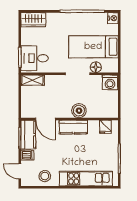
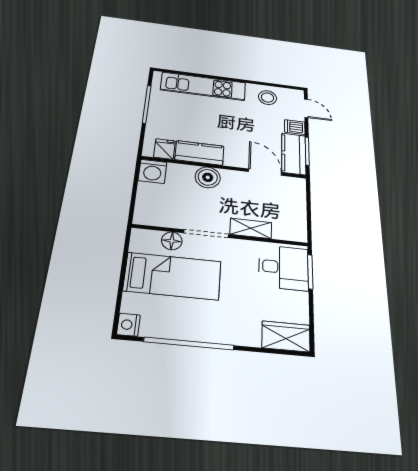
shelving: (32, 80) -> (251, 228), moved
washing machine: (110, 82) -> (153, 171), moved, turned 180
kitchen counter: (73, 127) -> (199, 153), moved

